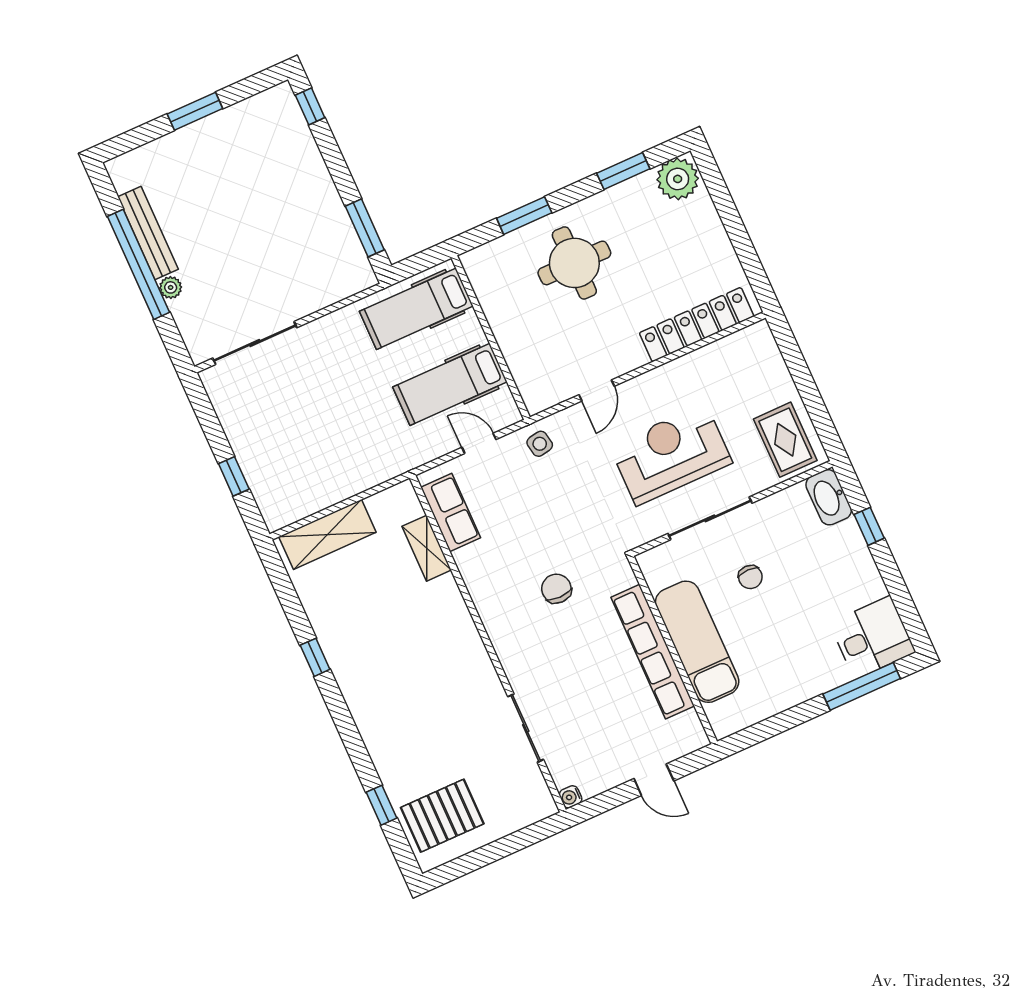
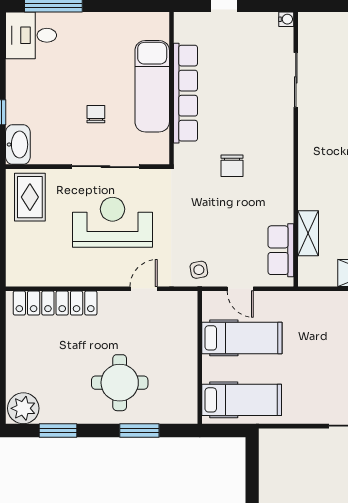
window: (365, 228) -> (252, 471), removed
reception desk: (671, 454) -> (112, 222), turned 180

